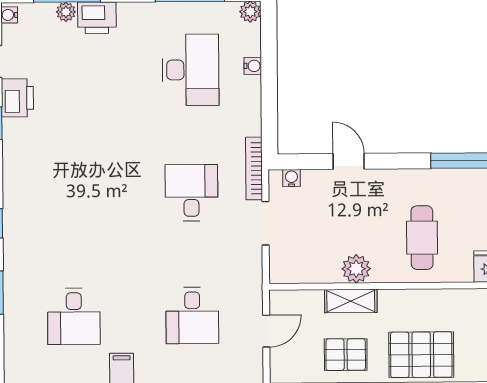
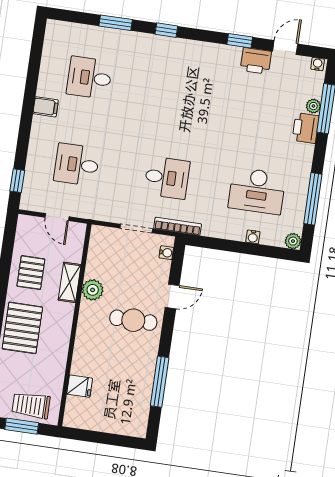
cafe table: (422, 238) -> (133, 320), moved

